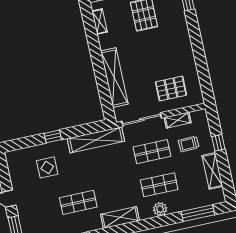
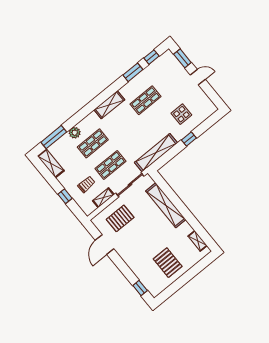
door: (202, 69) -> (105, 245), added
shelving: (212, 171) -> (51, 163), moved
plant: (160, 209) -> (75, 133), moved

